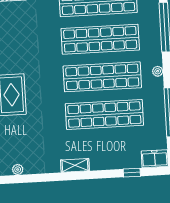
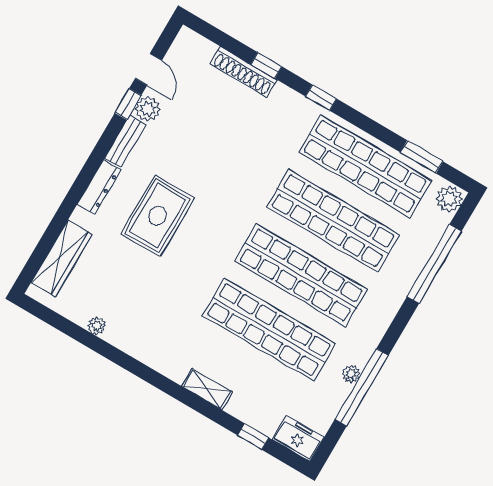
plant: (158, 71) -> (351, 374), moved
shelving: (75, 165) -> (207, 389), moved

